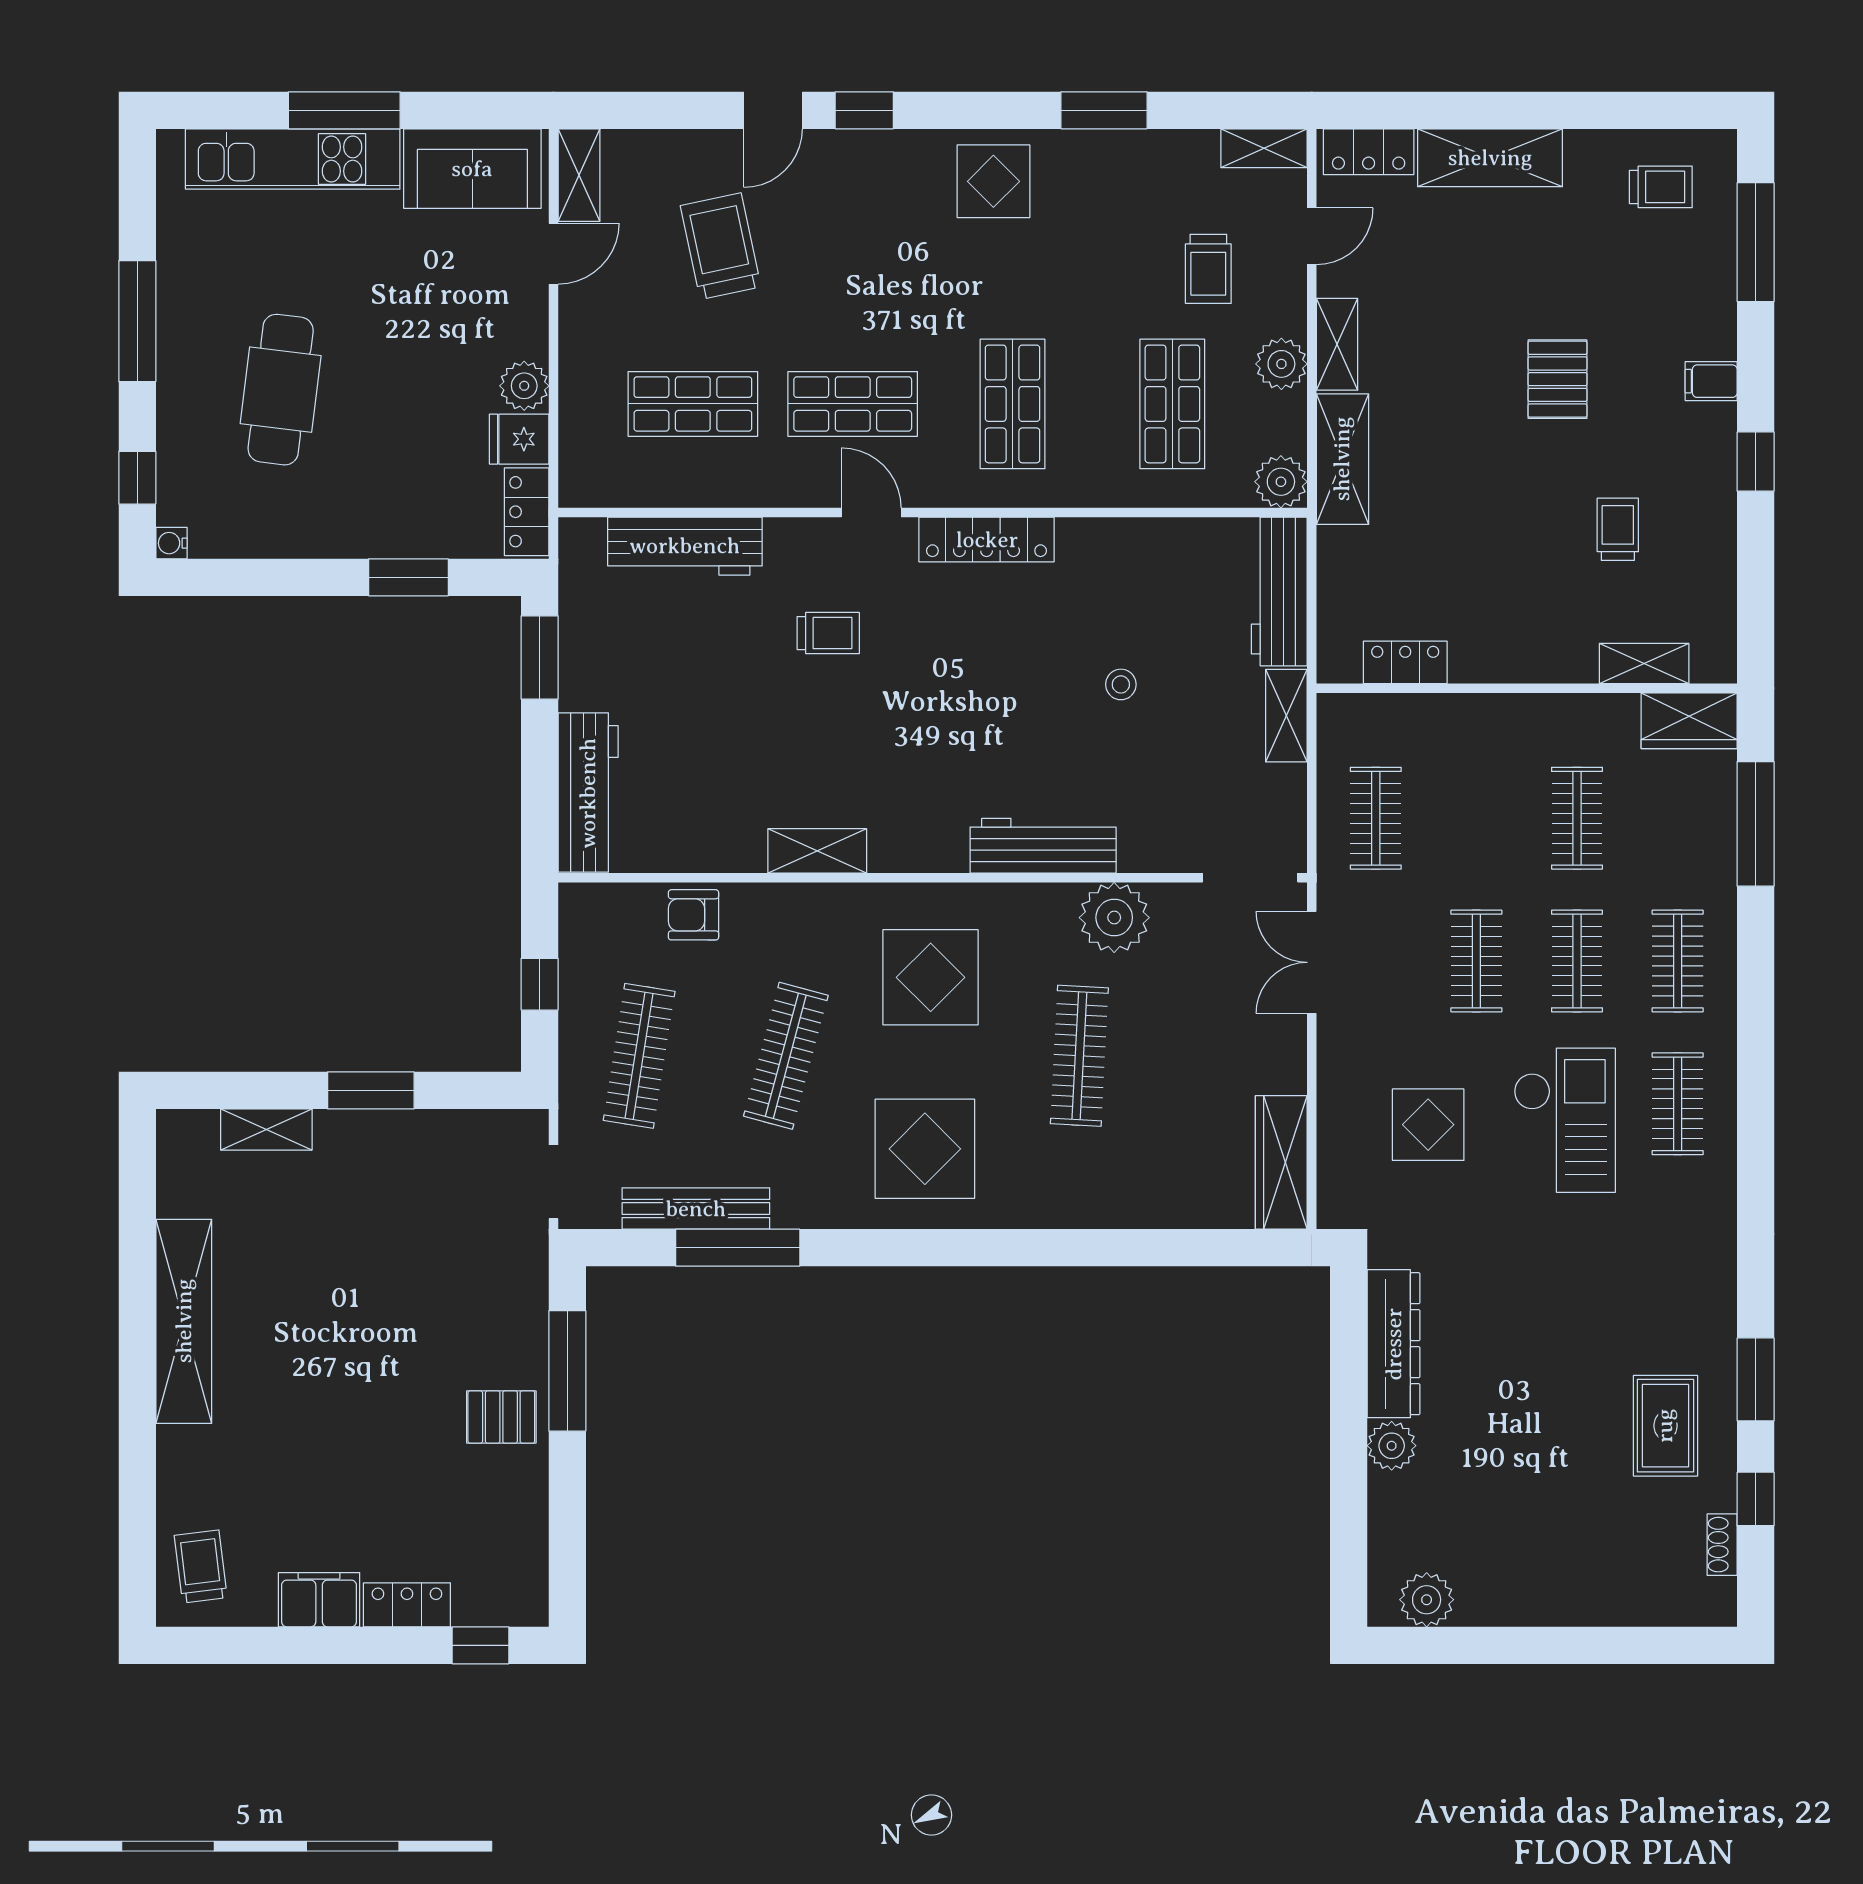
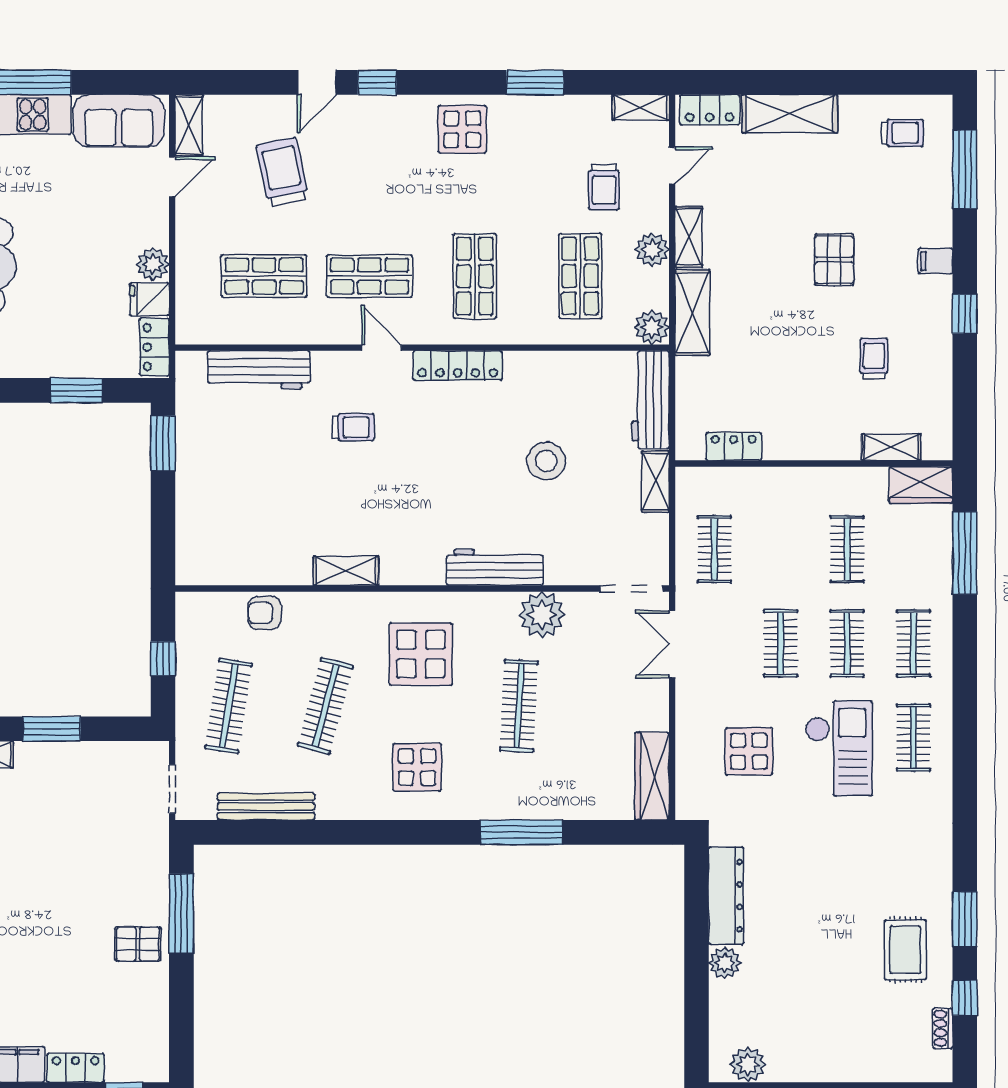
stool: (1121, 684) -> (546, 461), width x1.89, depth x1.89
workbench: (588, 793) -> (195, 532), removed
display table: (925, 1149) -> (417, 767), width x0.73, depth x0.73
window: (738, 1248) -> (521, 832), moved

